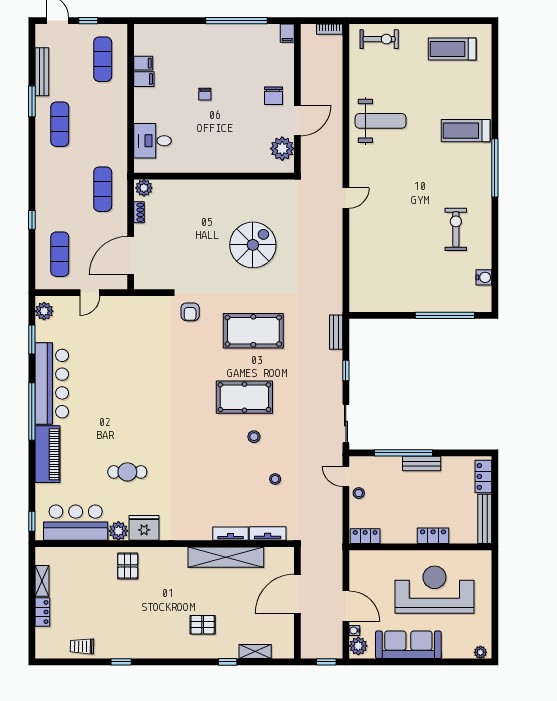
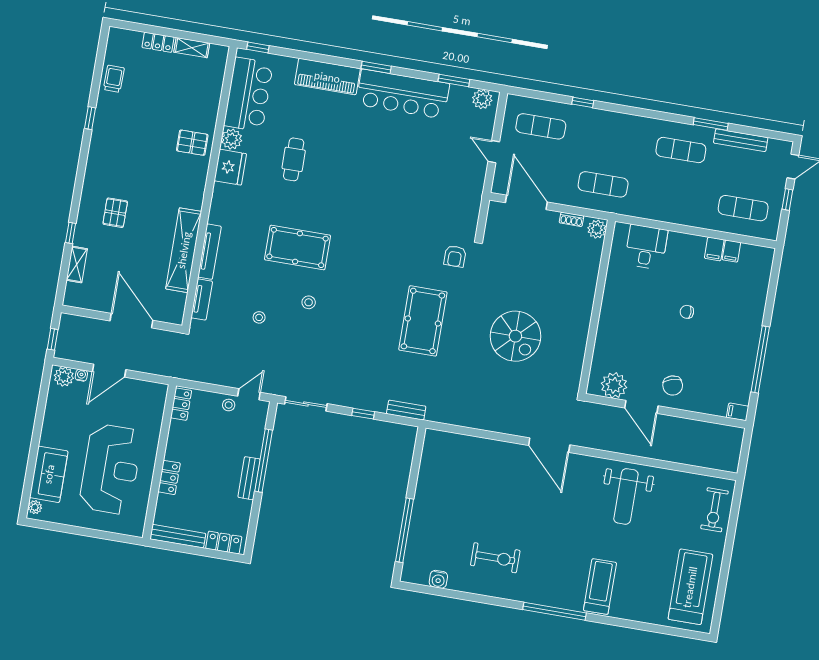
bookcase: (330, 29) -> (734, 458), removed
treadmill: (452, 49) -> (690, 587), width x1.37, depth x1.38
chair: (273, 96) -> (673, 385), turned -107
door: (346, 198) -> (549, 445), width x1.87
armchair: (190, 312) -> (455, 256), turned -90
pool table: (244, 397) -> (297, 248), moved, turned 90
window: (32, 412) -> (376, 67), width x0.47
tv unit: (231, 534) -> (210, 252), width x1.41
sofa: (408, 645) -> (49, 474), moved, width x0.73

